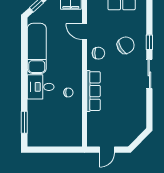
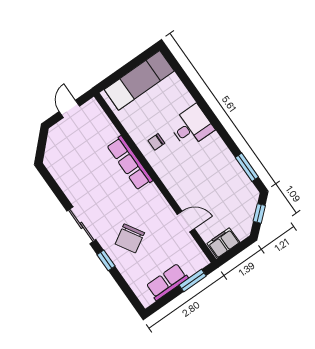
exam couch: (37, 48) -> (139, 80), moved, turned -90
chair: (98, 53) -> (154, 209), removed
window: (24, 122) -> (247, 167), moved

